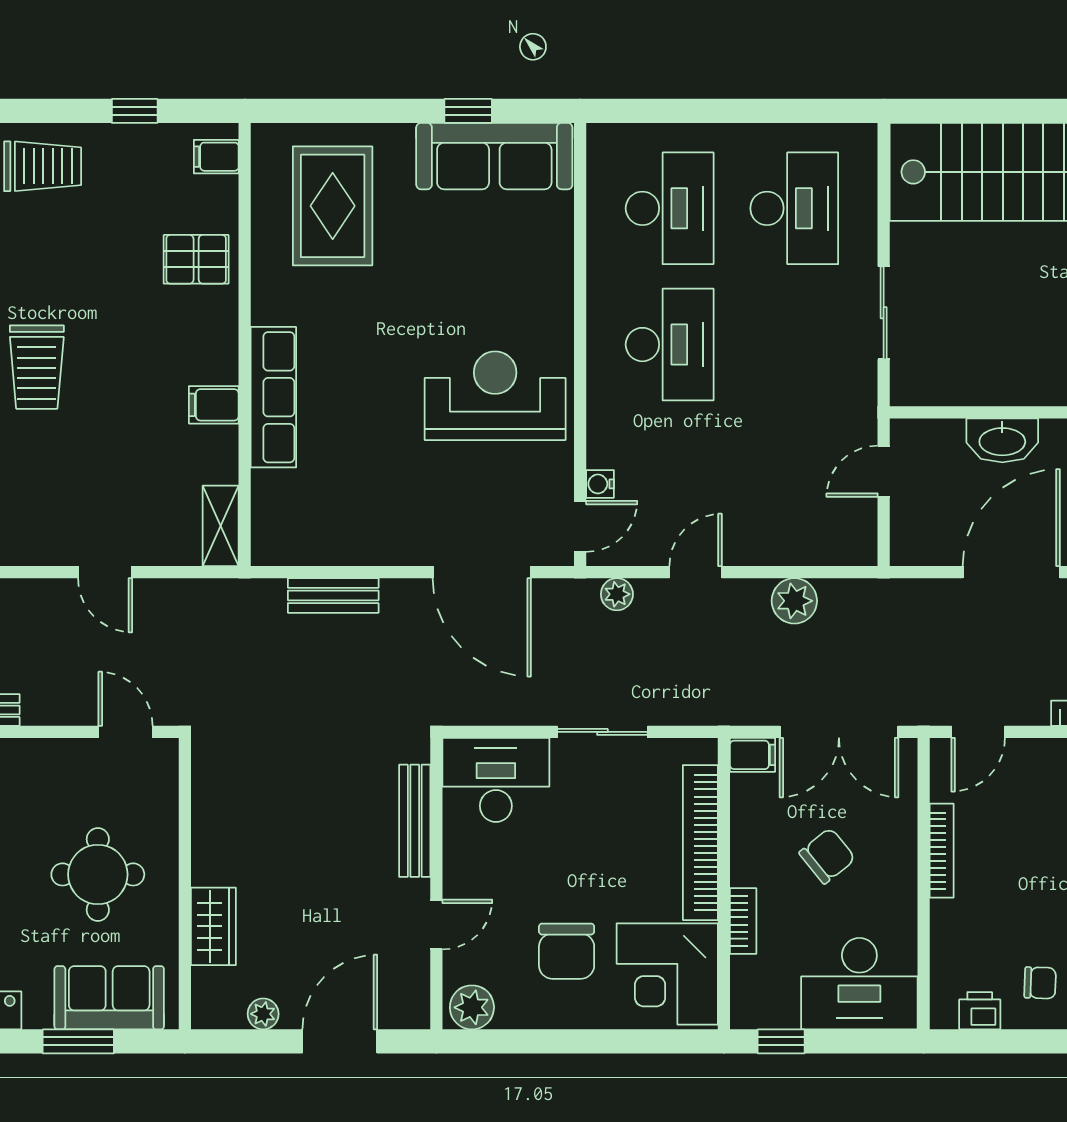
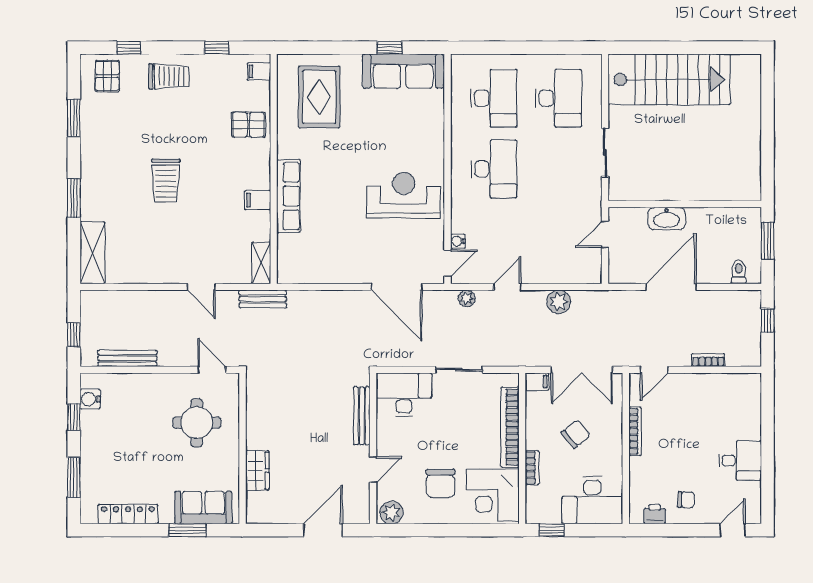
bench: (333, 595) -> (263, 299), moved
round table: (98, 874) -> (197, 423), moved
plant: (263, 1014) -> (283, 516), removed

